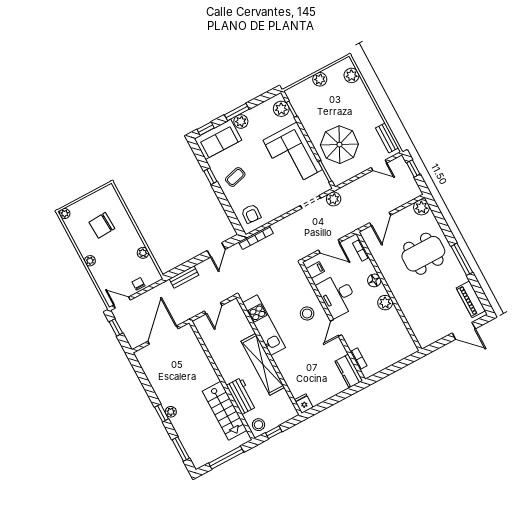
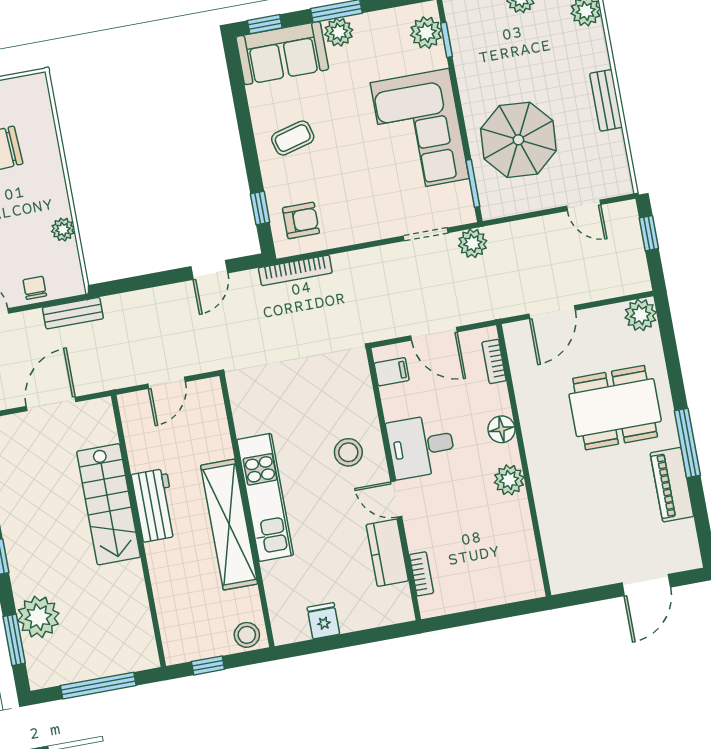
bench: (387, 138) -> (606, 100), moved
window: (210, 176) -> (260, 208), moved
armchair: (251, 214) -> (301, 220), turned -94
bench: (184, 277) -> (73, 313), moved
desk: (337, 295) -> (421, 446), width x0.73
piano: (471, 299) -> (672, 485), moved
kitchen unit: (264, 325) -> (265, 497), moved
door: (336, 328) -> (396, 499), hinge flipped
door: (464, 331) -> (646, 585), hinge flipped
door: (163, 335) -> (51, 404), width x0.73
kitchen counter: (349, 371) -> (387, 553), moved
workbench: (242, 396) -> (155, 505), moved
fridge: (304, 404) -> (323, 621), moved
stairs: (225, 411) -> (109, 504), moved
plant: (171, 412) -> (38, 617), moved, width x1.87, depth x1.87
stool: (259, 425) -> (247, 635), moved

